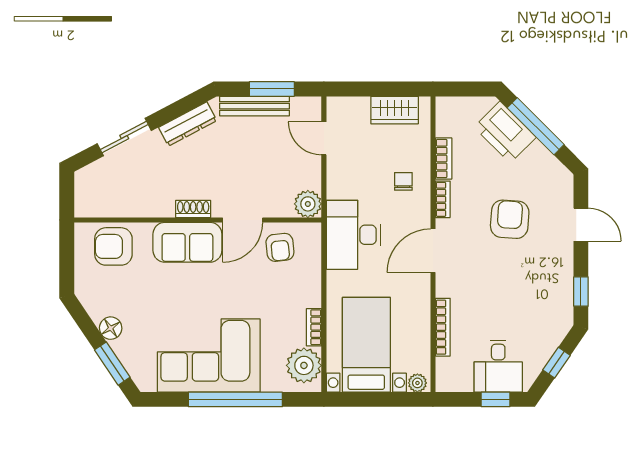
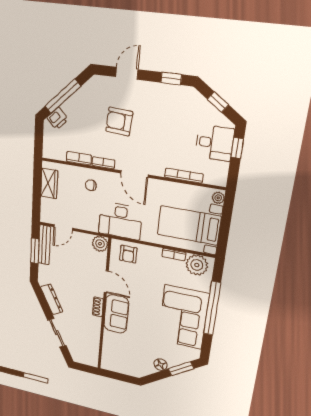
bench: (255, 106) -> (44, 245), moved
printer: (505, 132) -> (58, 119), width x0.53, depth x0.68
armchair: (113, 246) -> (115, 352), removed
armchair: (280, 247) -> (128, 254), moved, turned 96

